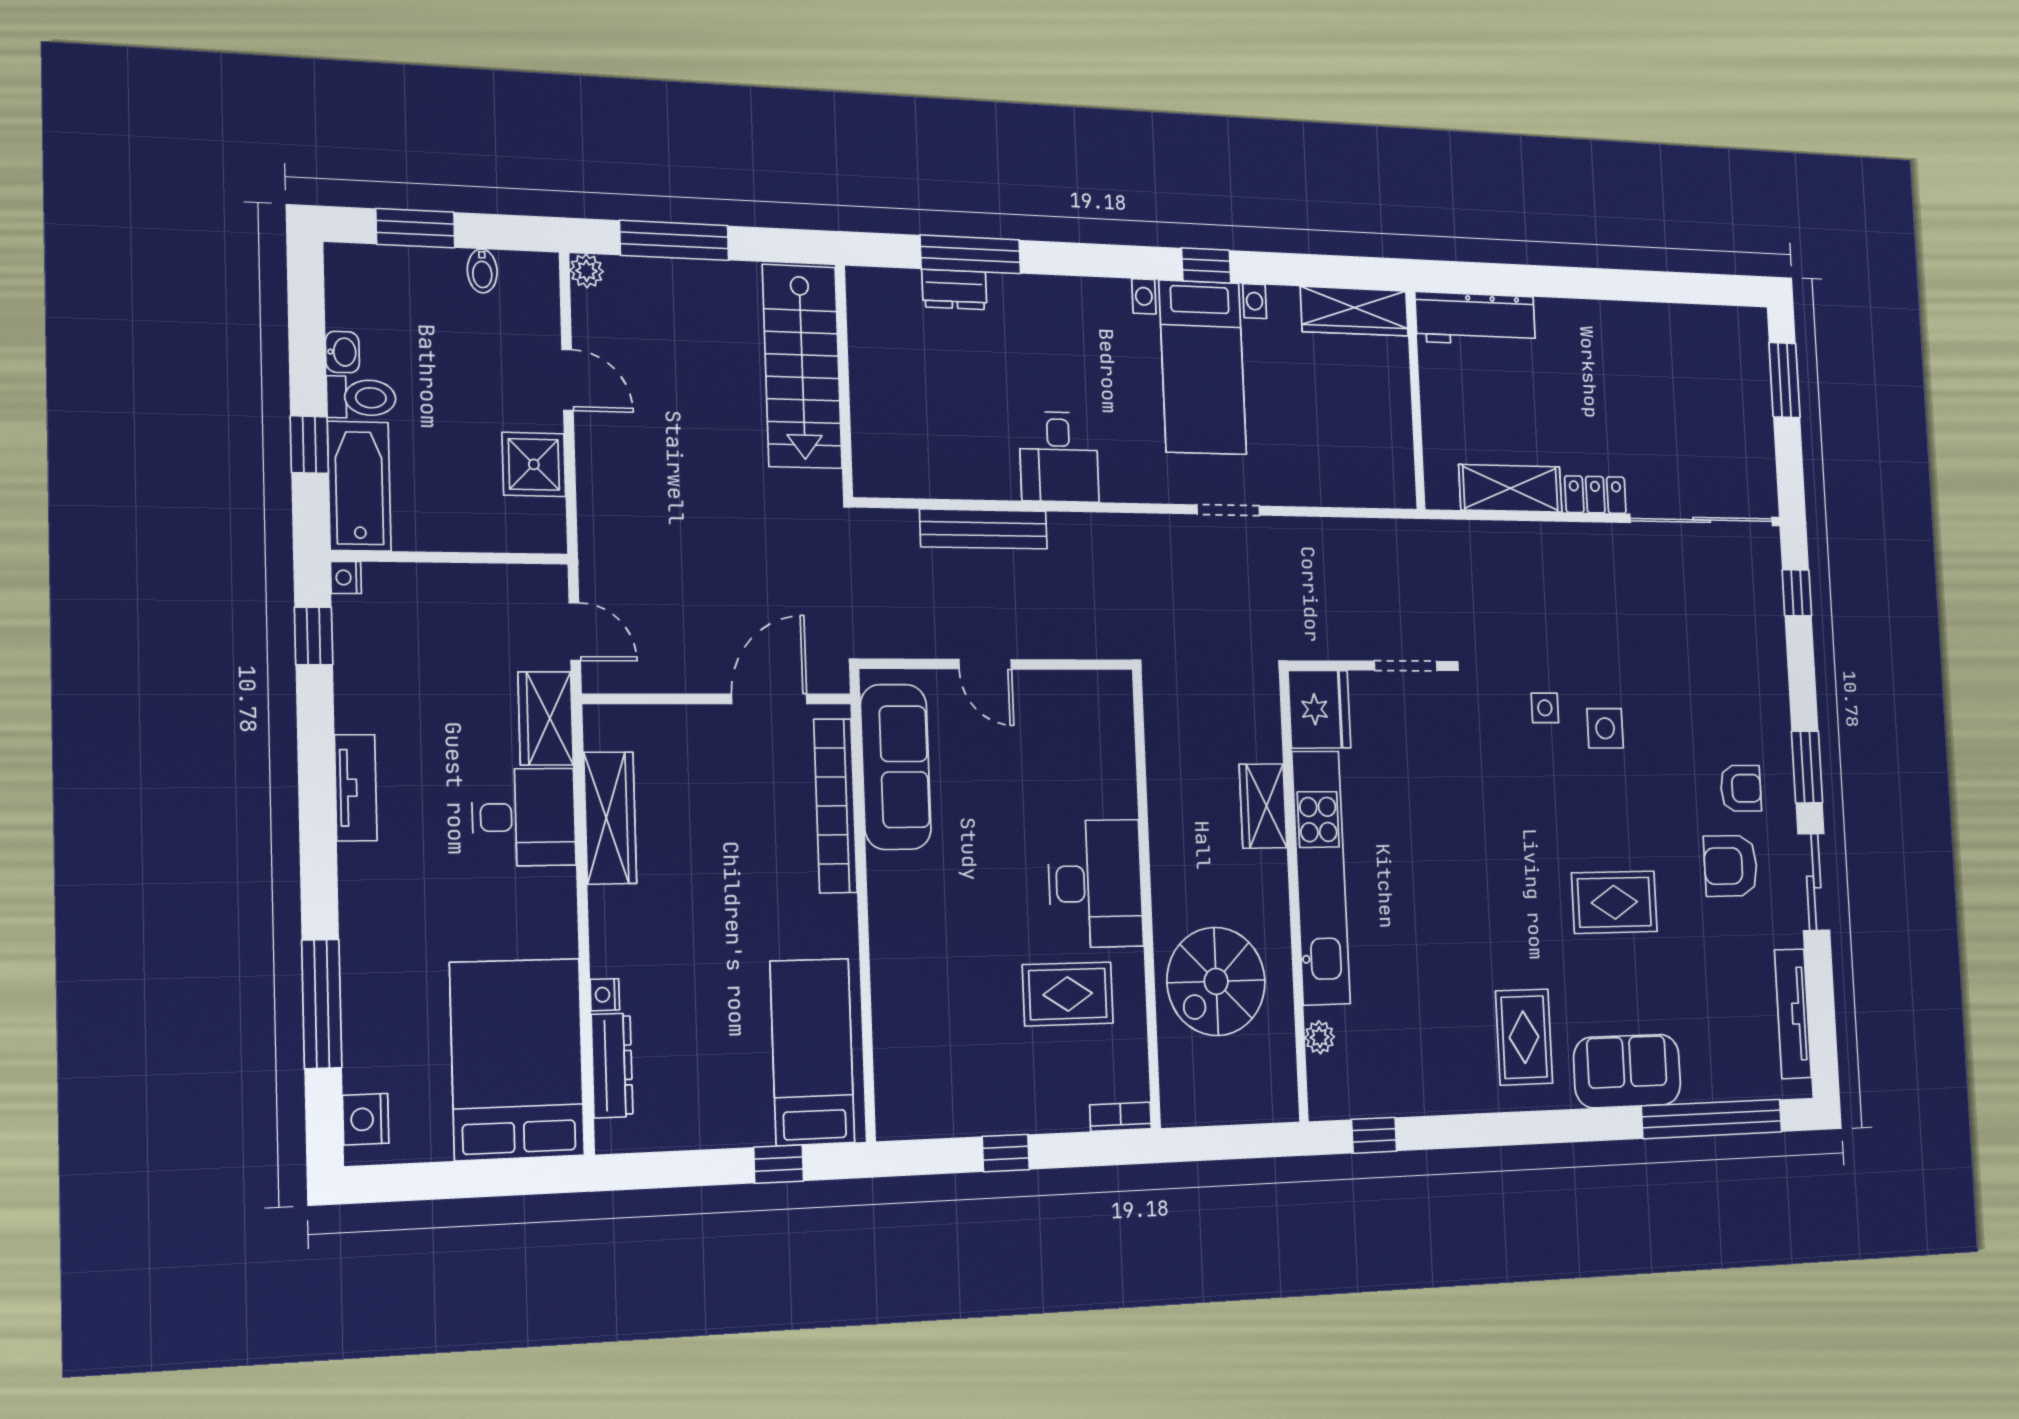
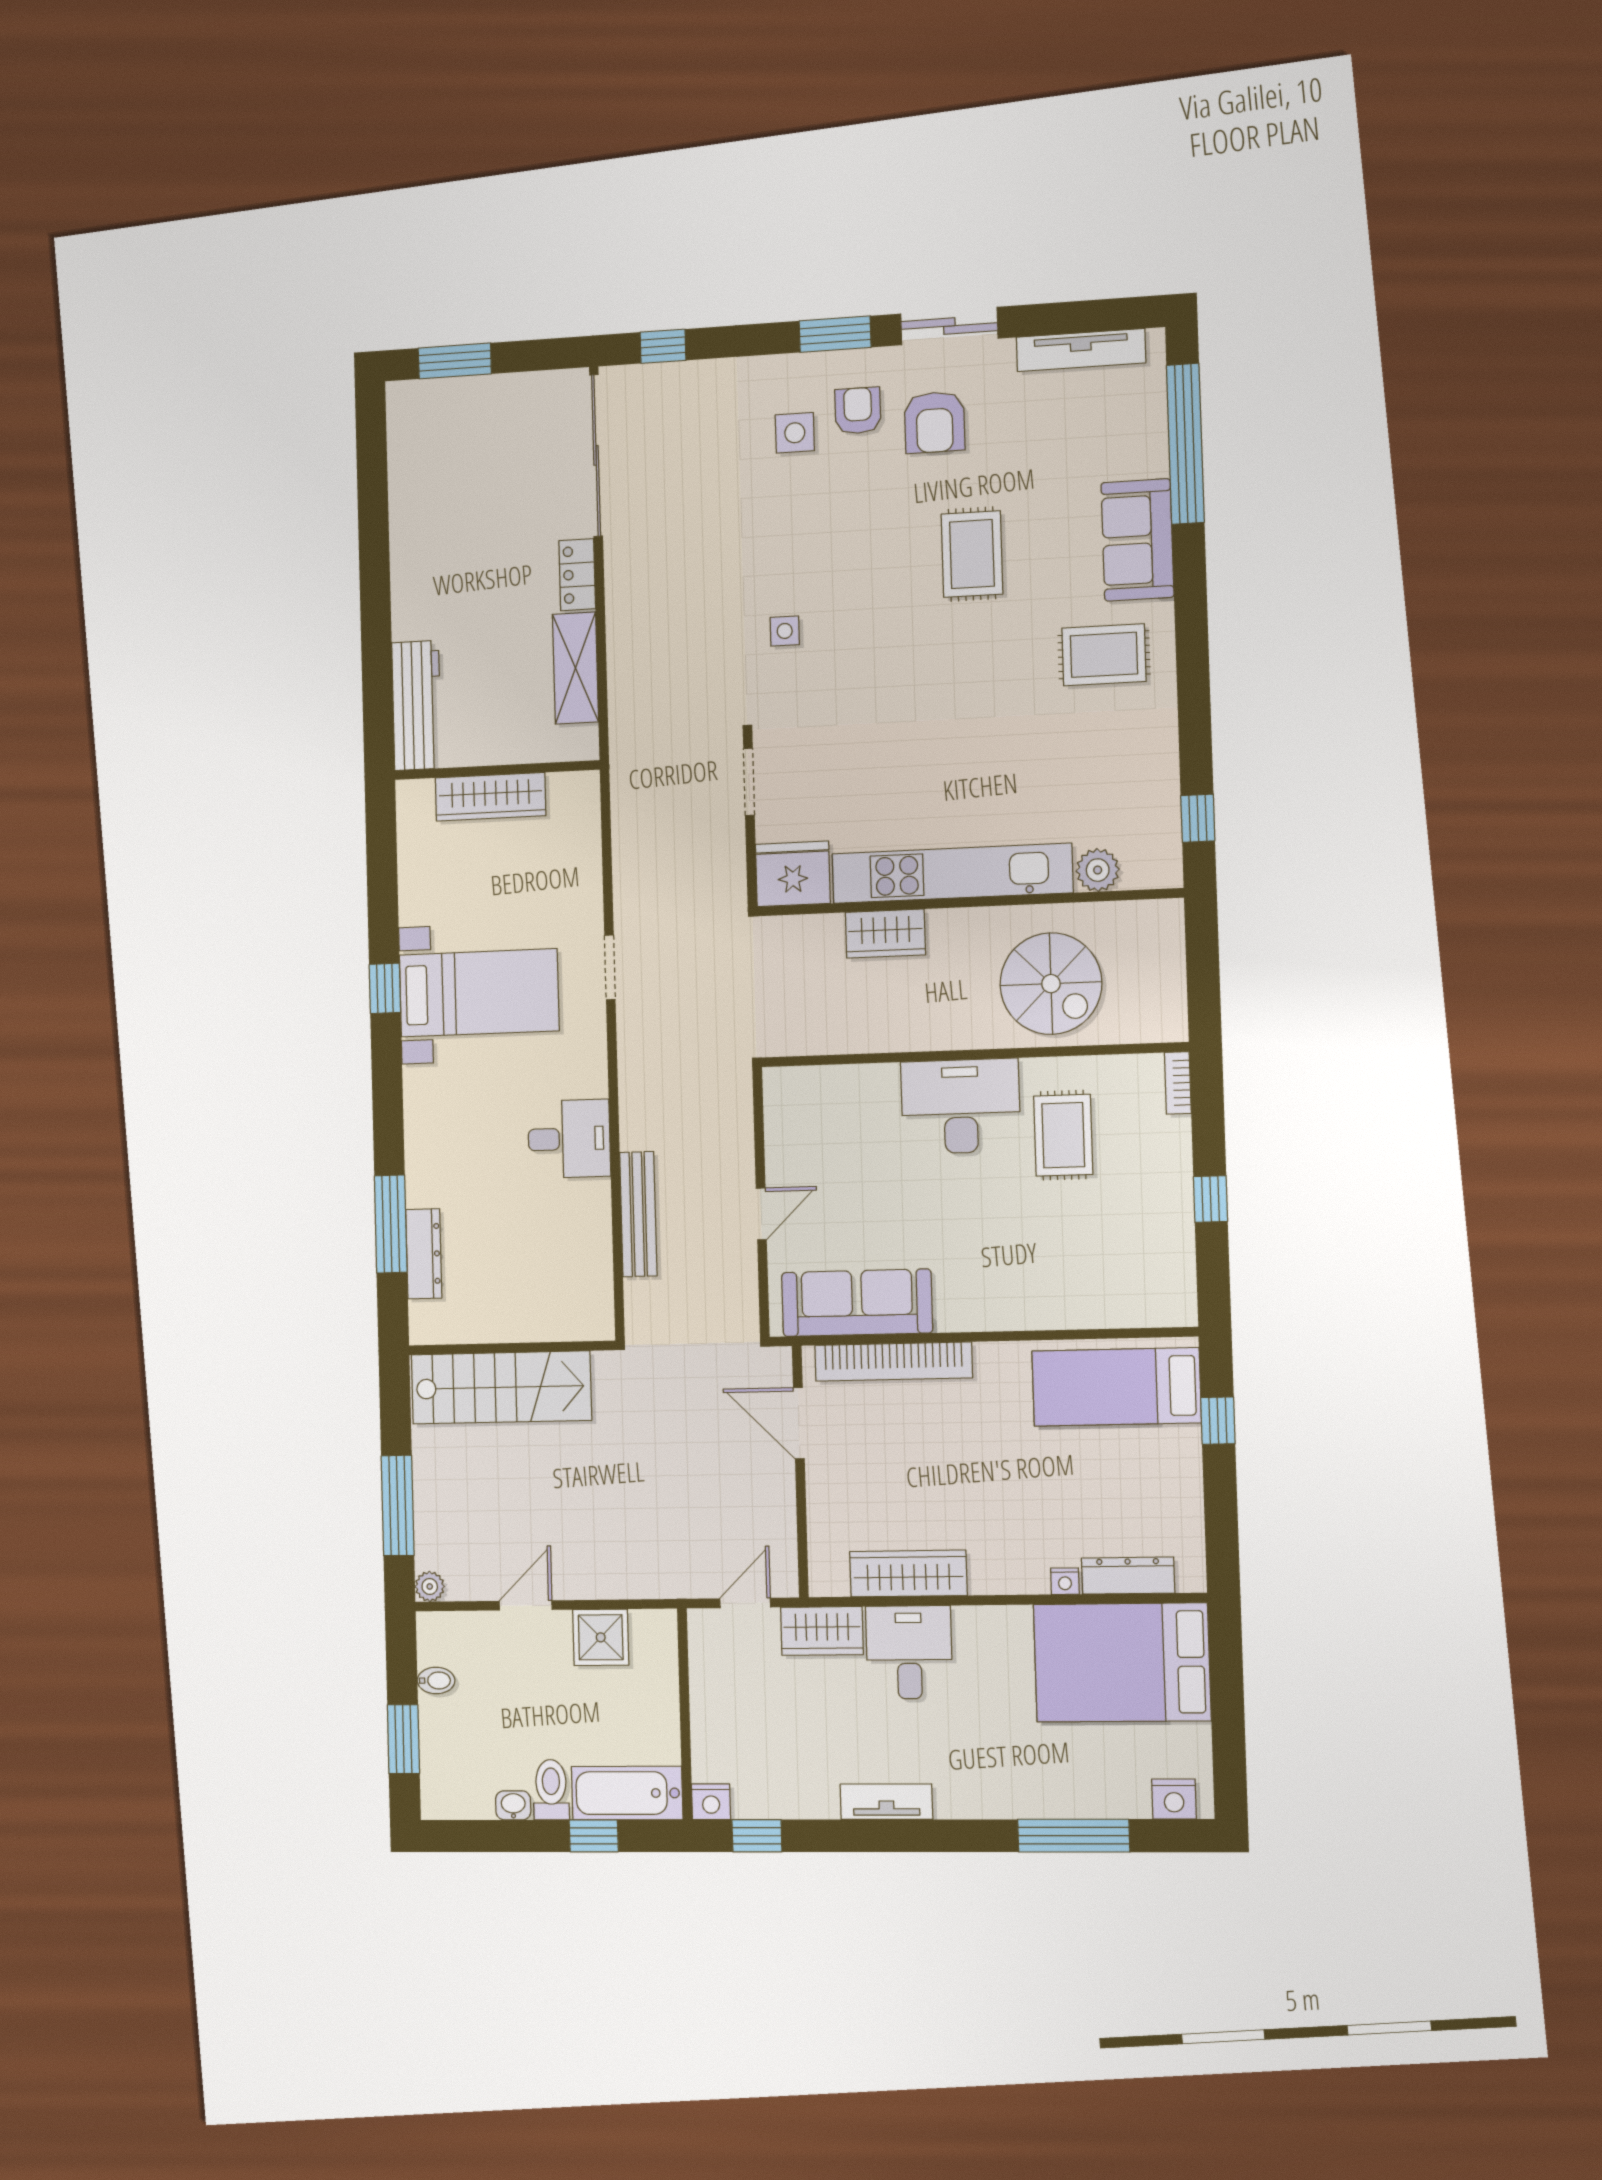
dresser: (954, 289) -> (424, 1254), width x1.44
wardrobe: (1354, 311) -> (490, 797), moved, turned 90
nightstand: (346, 578) -> (711, 1802), width x1.39, depth x1.35
side table: (1605, 728) -> (795, 433), moved
plant: (1320, 1037) -> (1098, 870), width x1.38, depth x1.38

